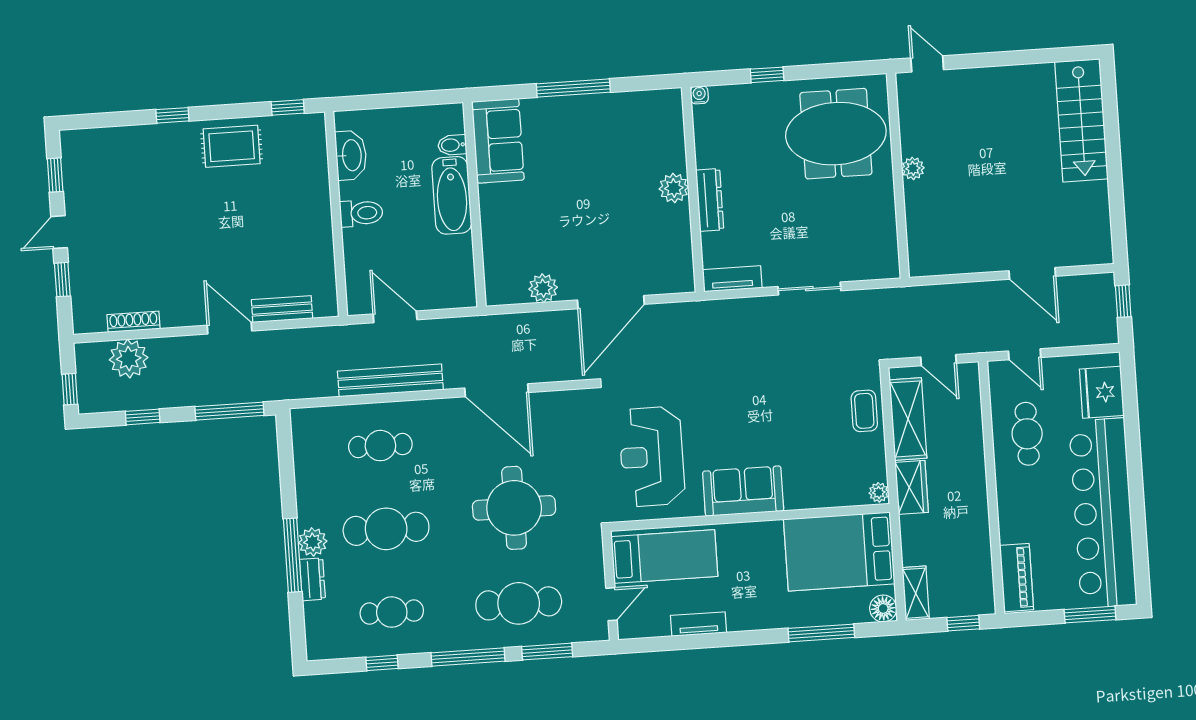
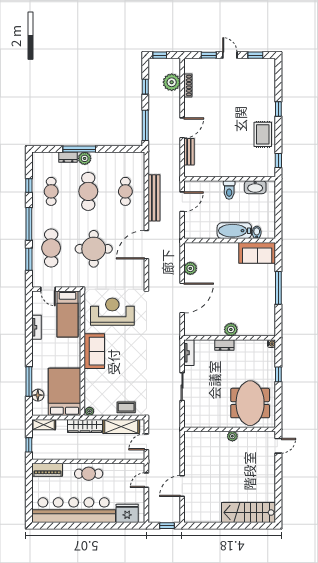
dresser: (710, 200) -> (224, 345), width x0.70
door: (611, 302) -> (182, 298), swing flipped
cafe table: (1027, 434) -> (89, 474), moved
wardrobe: (912, 487) -> (85, 426), width x1.50
floor lamp: (883, 608) -> (38, 395), moved
window: (1090, 615) -> (29, 501), removed

